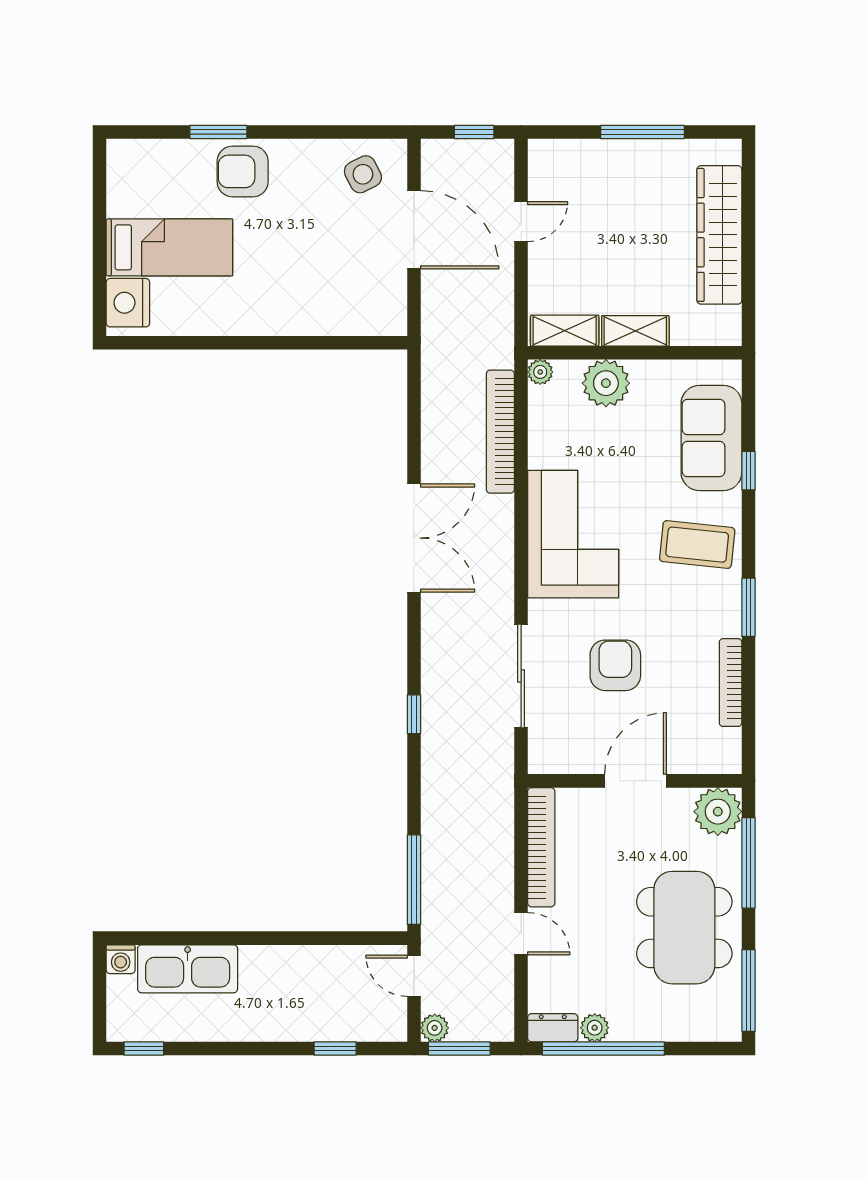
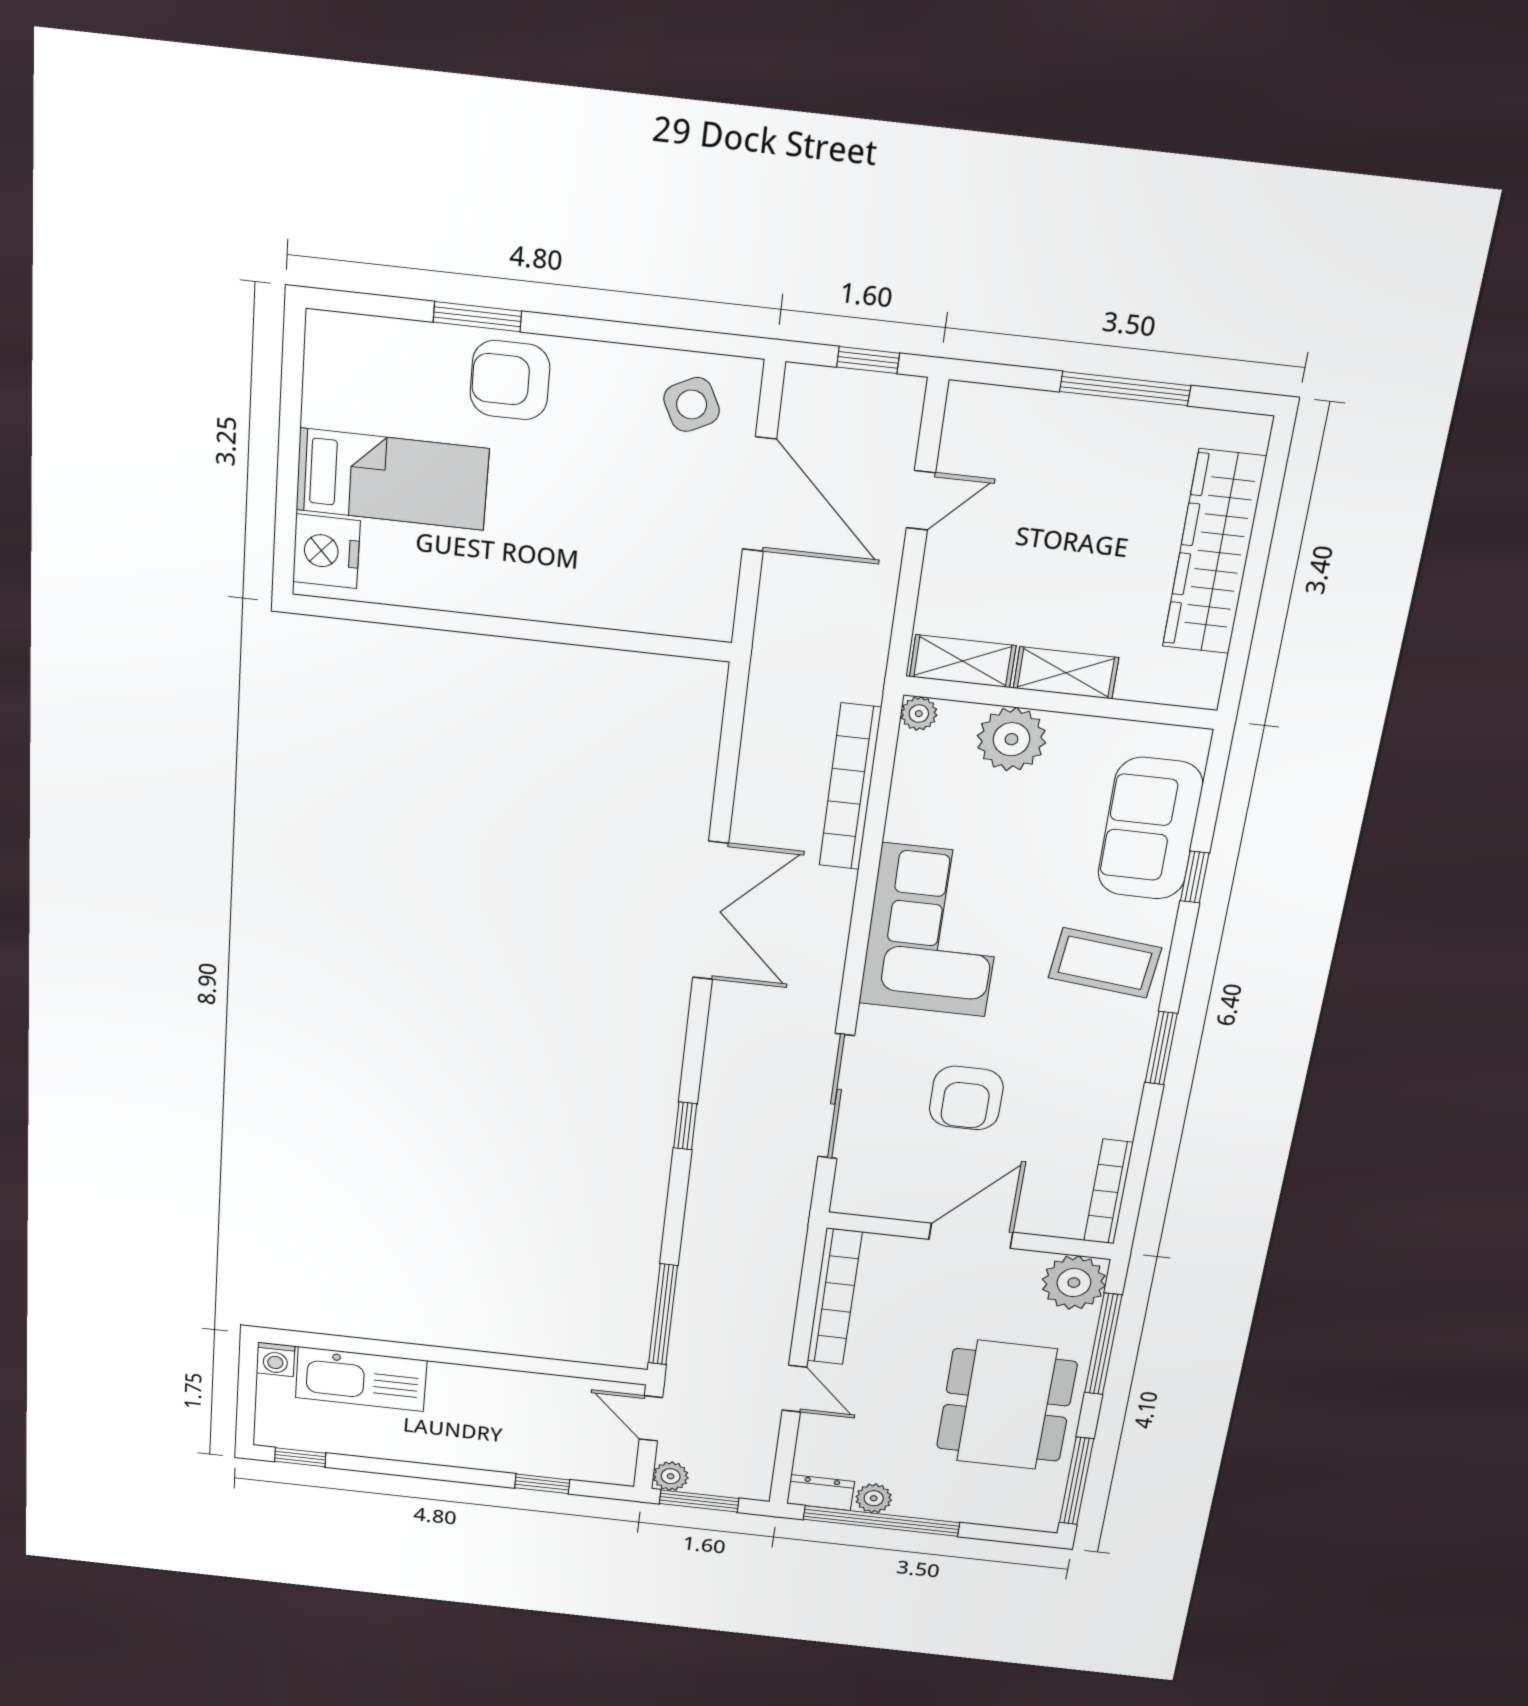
armchair: (615, 665) -> (966, 1098), turned 180
bookcase: (731, 683) -> (1109, 1192), moved

